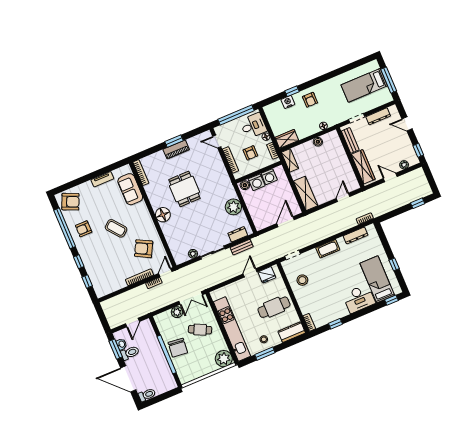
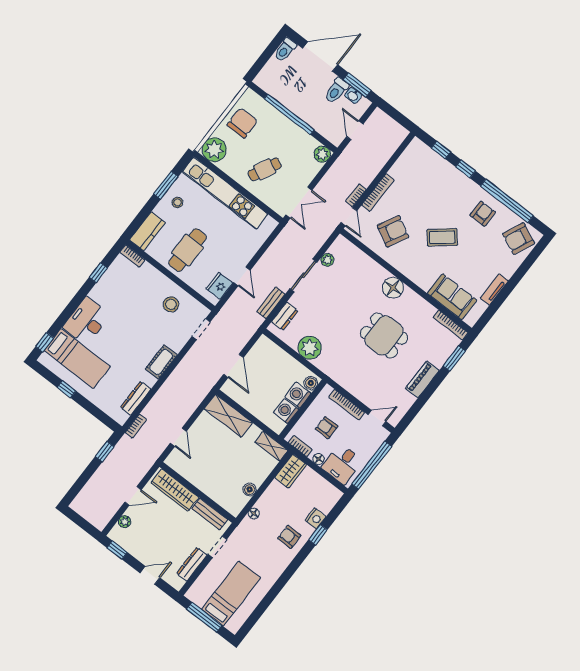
window: (174, 141) -> (454, 358), moved
window: (418, 203) -> (105, 452), moved
double door: (191, 298) -> (299, 203), swing flipped
plant: (177, 312) -> (322, 154), moved
chair: (178, 348) -> (242, 123), moved, turned 84

